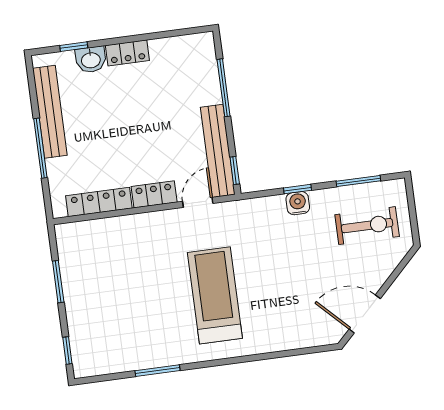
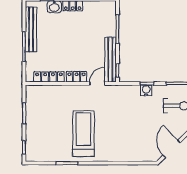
treadmill: (215, 295) -> (83, 134), moved
door: (365, 314) -> (172, 149), hinge flipped

